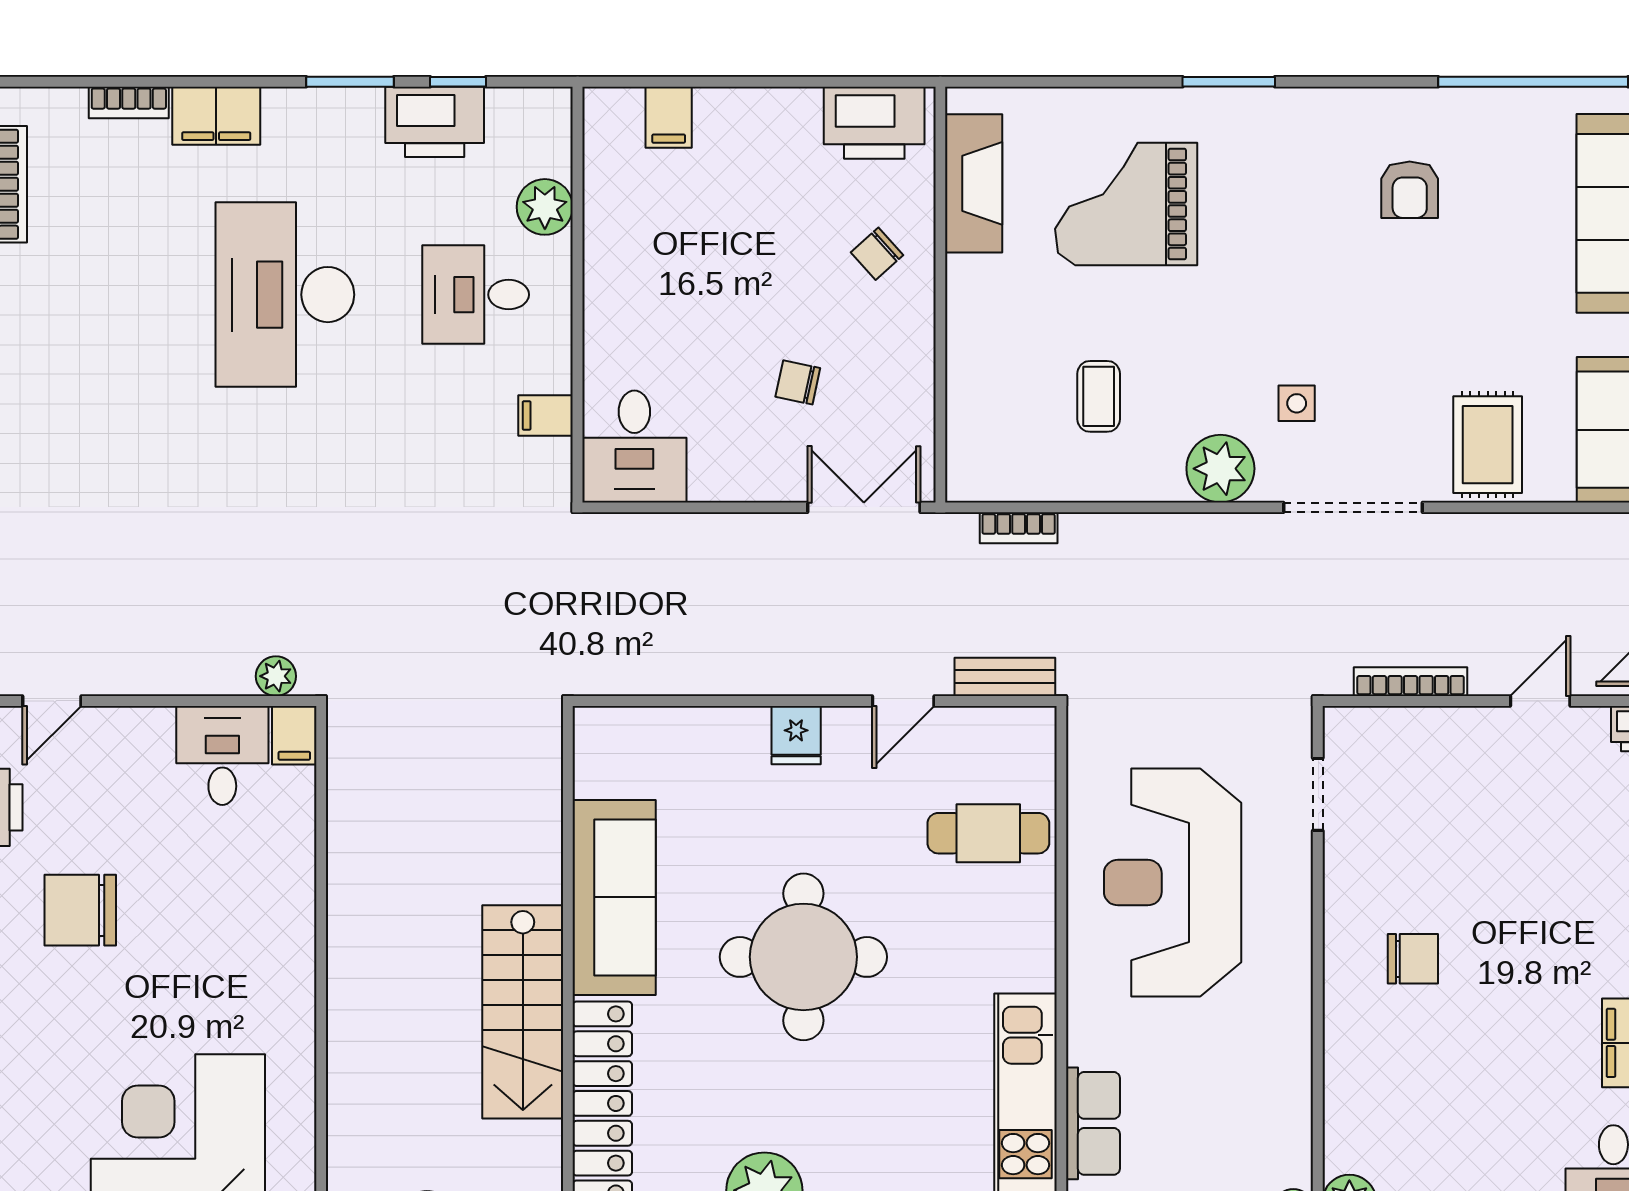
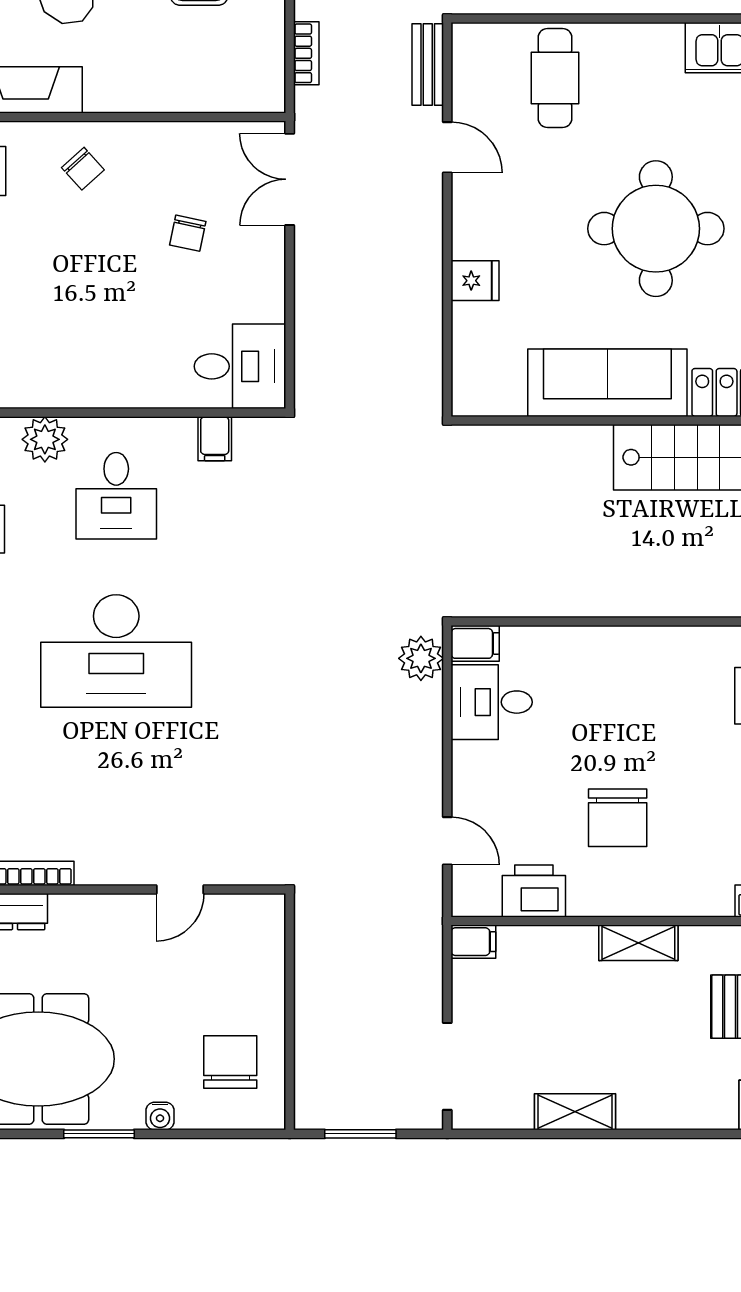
plant: (276, 676) -> (421, 658), width x1.38, depth x1.38
fridge: (796, 735) -> (475, 281), moved

